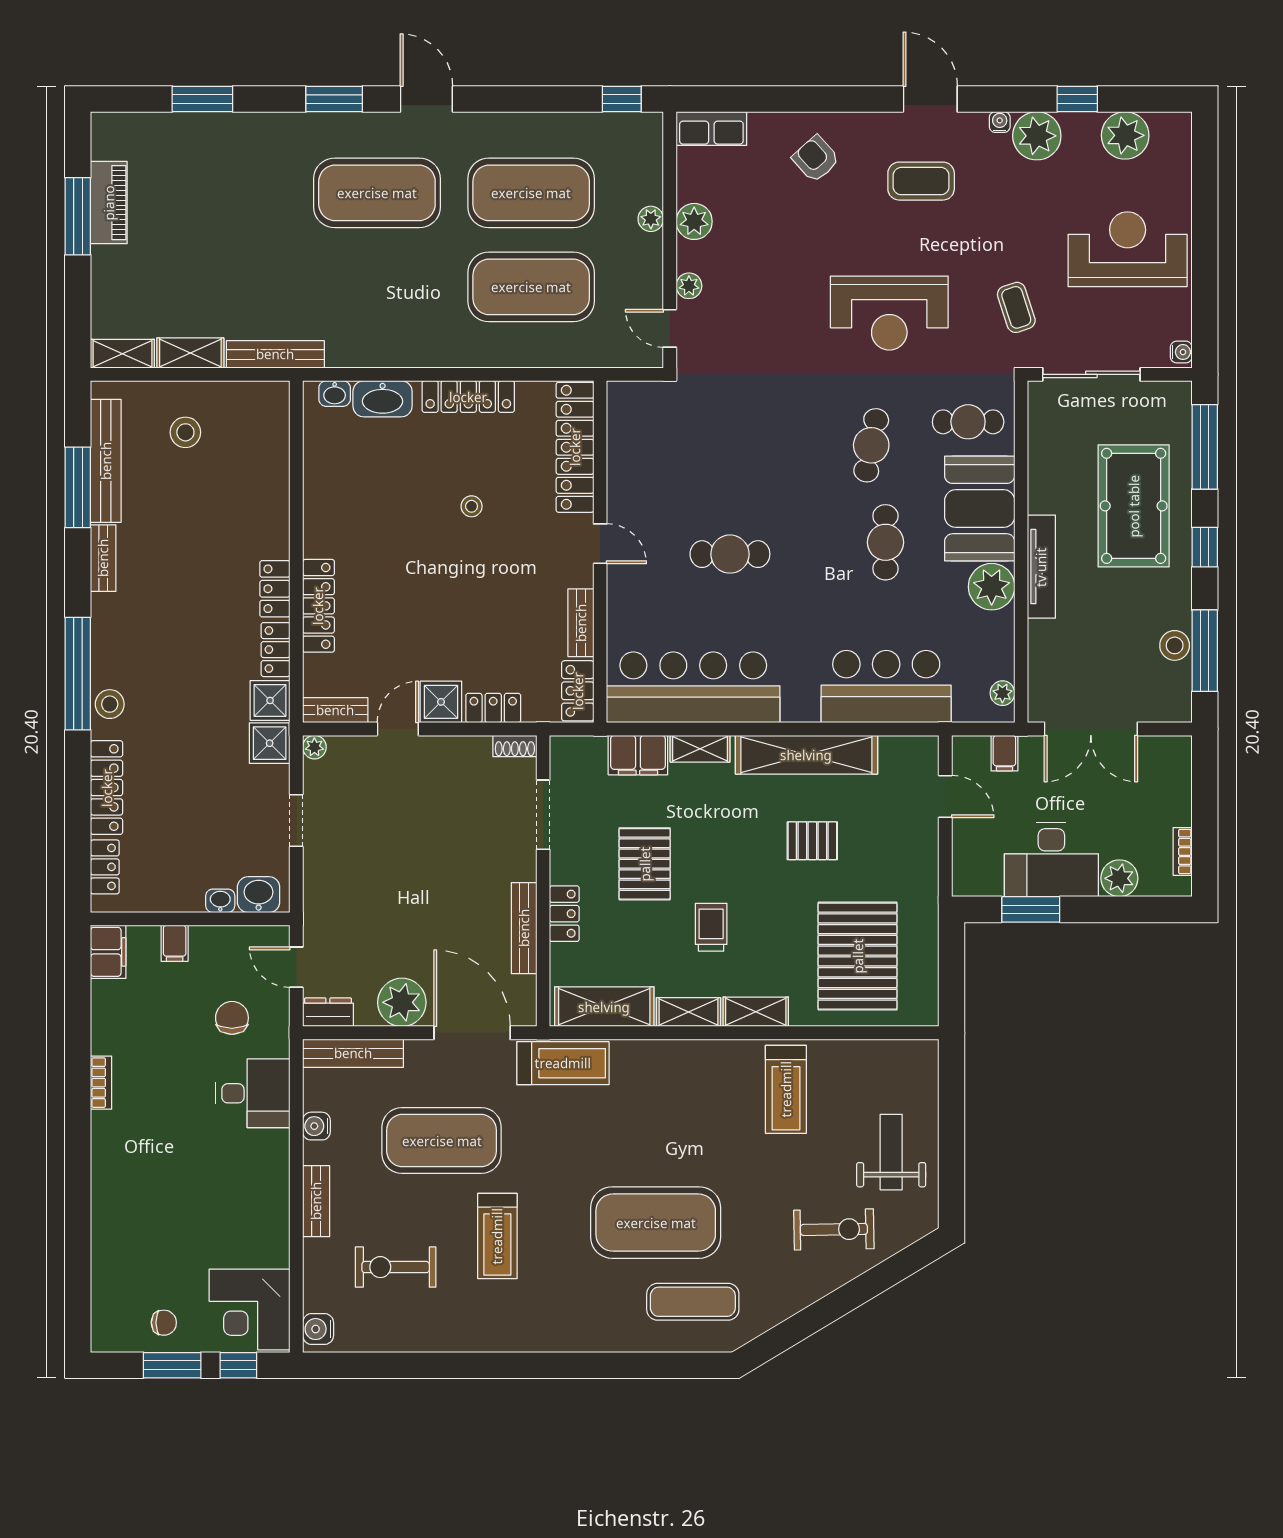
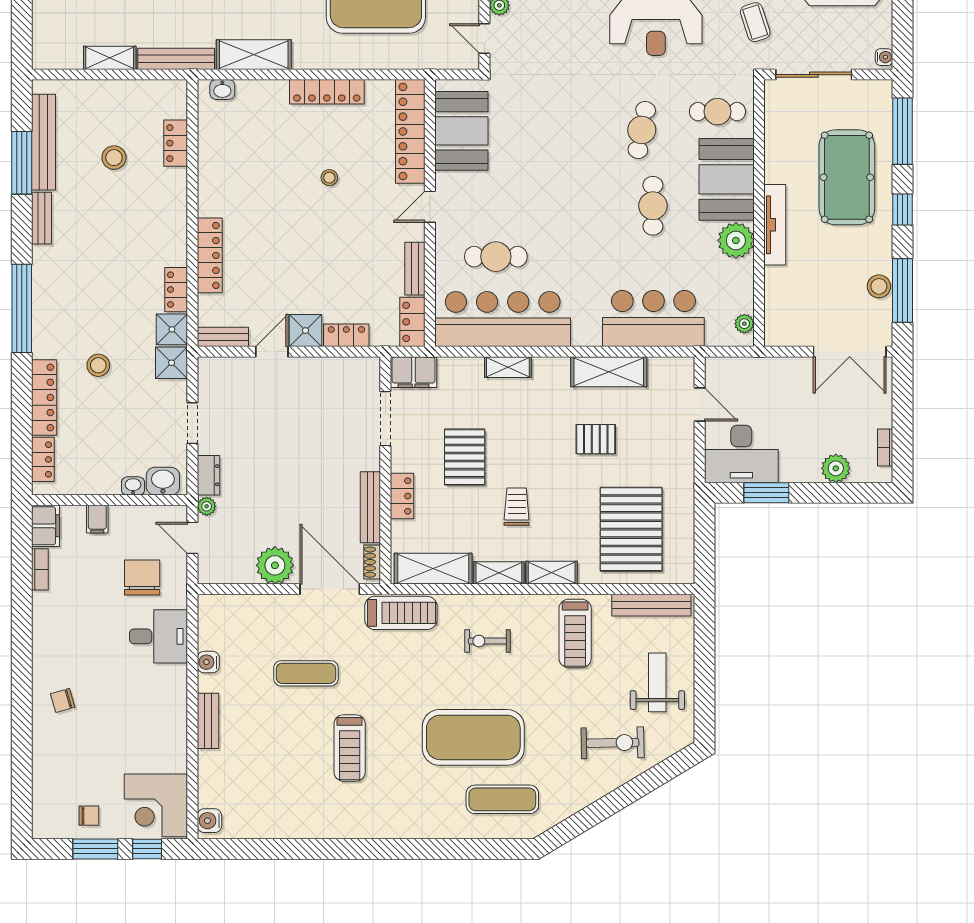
shelving: (122, 354) -> (254, 55), moved, width x1.50, depth x1.33
washbasin: (383, 399) -> (260, 94), removed
stool: (185, 432) -> (114, 158), moved
booth: (640, 446) -> (461, 131), added
door: (600, 544) -> (430, 207), swing flipped
cafe table: (730, 554) -> (496, 257), moved
locker: (275, 589) -> (176, 143), moved
stool: (110, 704) -> (98, 365), moved
double door: (1091, 729) -> (850, 352), moved
shoe rack: (515, 746) -> (372, 562), moved, turned 90
plant: (314, 747) -> (207, 506), moved
filing cabinet: (1004, 753) -> (746, 371), removed
filing cabinet: (638, 755) -> (414, 372), moved
shelving: (806, 755) -> (609, 372), width x0.68
desk: (1051, 860) -> (741, 454), moved
dresser: (328, 1012) -> (208, 475), moved, turned 90
chair: (232, 1018) -> (142, 577), width x1.37, depth x1.37
bench: (353, 1053) -> (651, 605), moved
bookcase: (101, 1083) -> (40, 569), moved
exercise mat: (442, 1141) -> (306, 673), width x0.50, depth x0.69
chair: (130, 1175) -> (63, 700), added
exercise bike: (396, 1267) -> (487, 641), moved, width x0.73, depth x0.72

